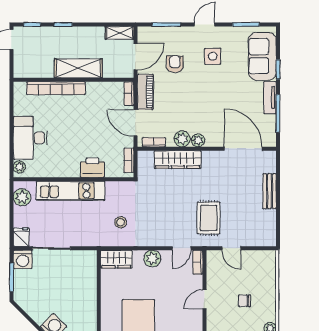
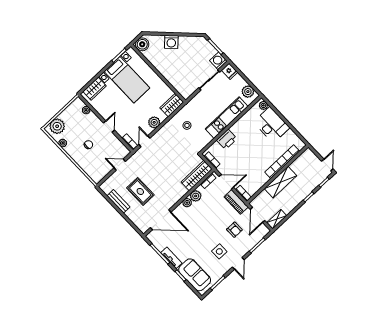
wardrobe: (178, 160) -> (197, 176), moved
bench: (269, 191) -> (118, 201), moved
rug: (209, 218) -> (140, 191), moved

